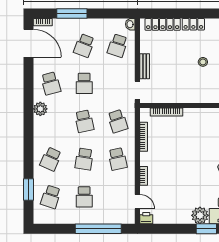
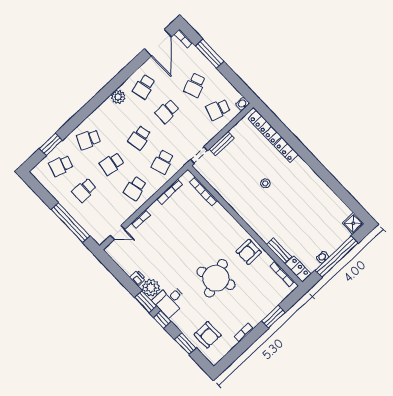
school desk: (84, 46) -> (195, 85), turned -42
door: (137, 202) -> (118, 232), hinge flipped
printer: (146, 218) -> (138, 278), moved

